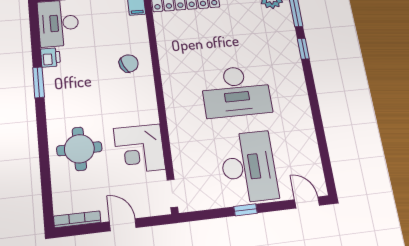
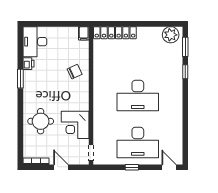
desk: (249, 167) -> (138, 143), turned 90

